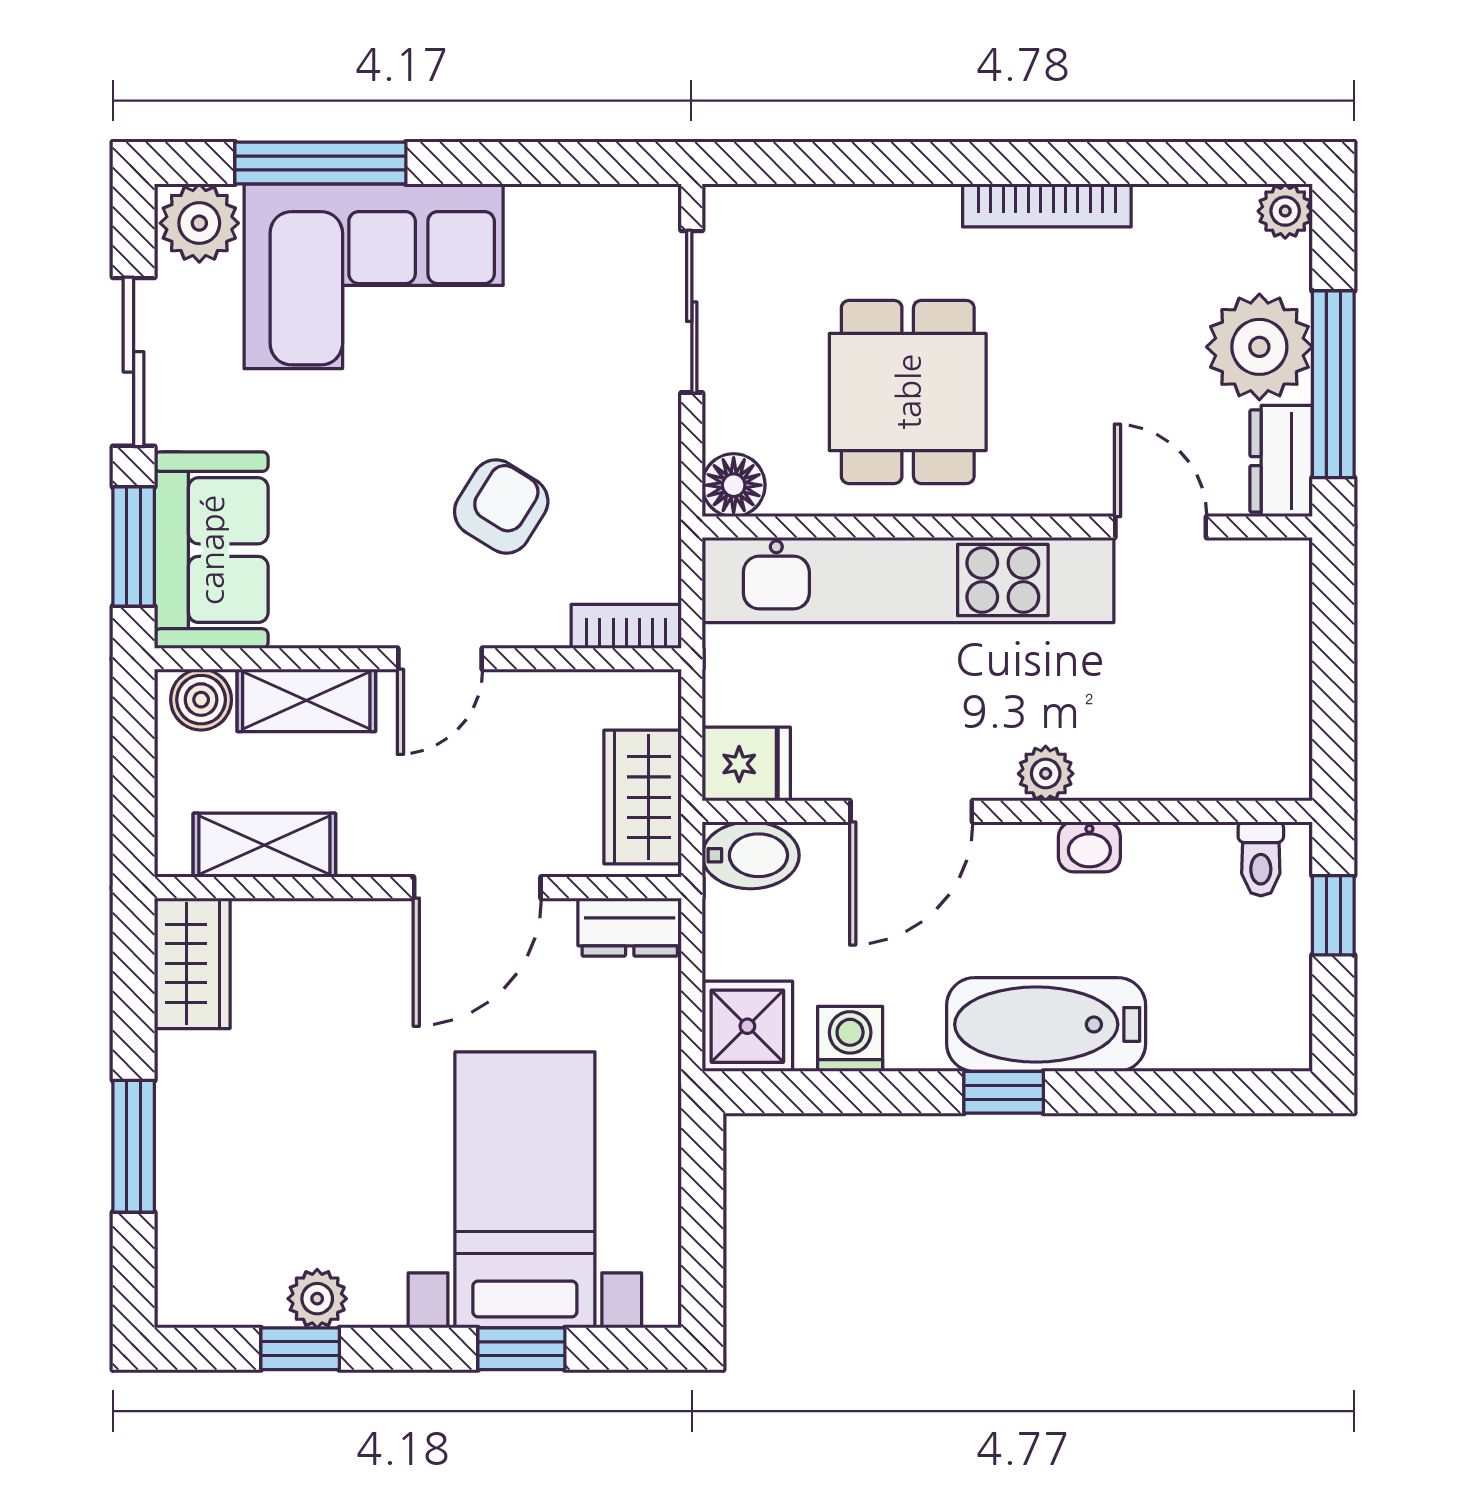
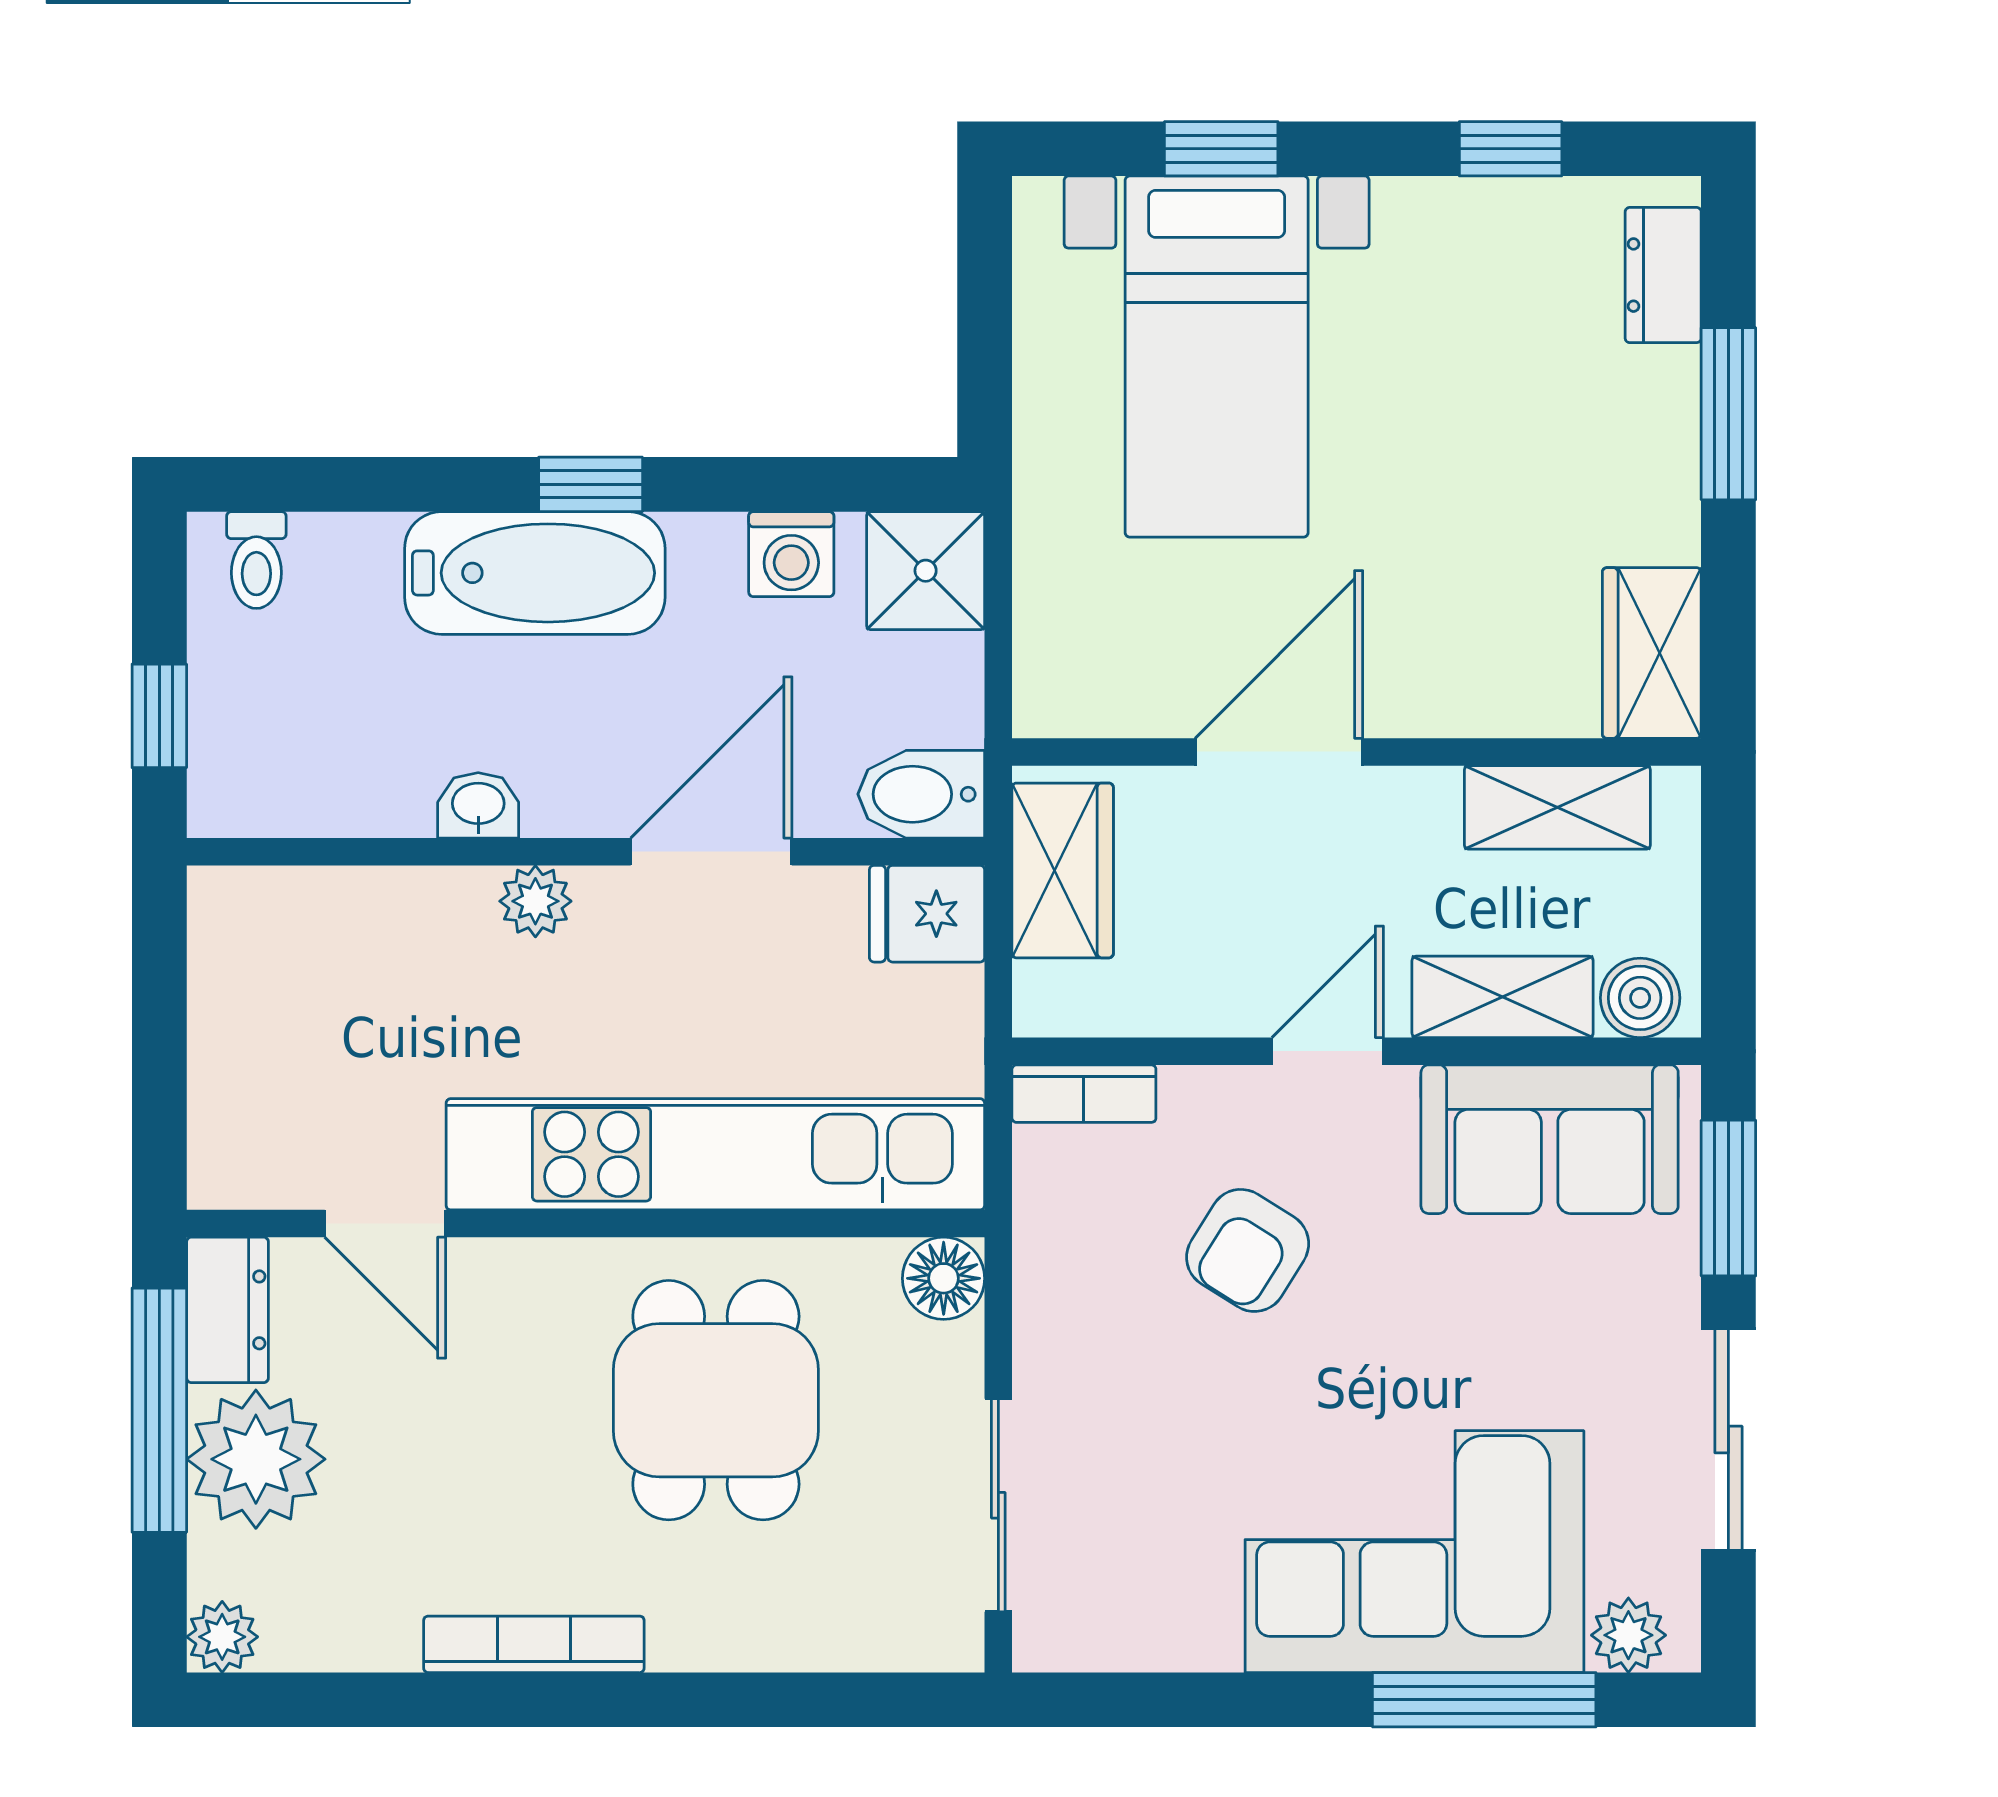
plant: (199, 223) -> (1628, 1635), width x0.73, depth x0.73
sofa: (211, 550) -> (1550, 1139), moved, turned -90
toilet: (1261, 859) -> (256, 560), moved, turned 180
dresser: (630, 927) -> (1663, 275), moved, turned -90
plant: (317, 1299) -> (1488, 214), removed

